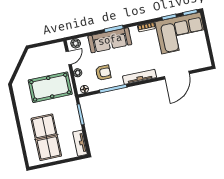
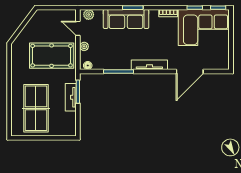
door: (69, 58) -> (78, 28), swing flipped
armchair: (103, 73) -> (111, 52), removed
tv unit: (80, 143) -> (71, 97), moved

